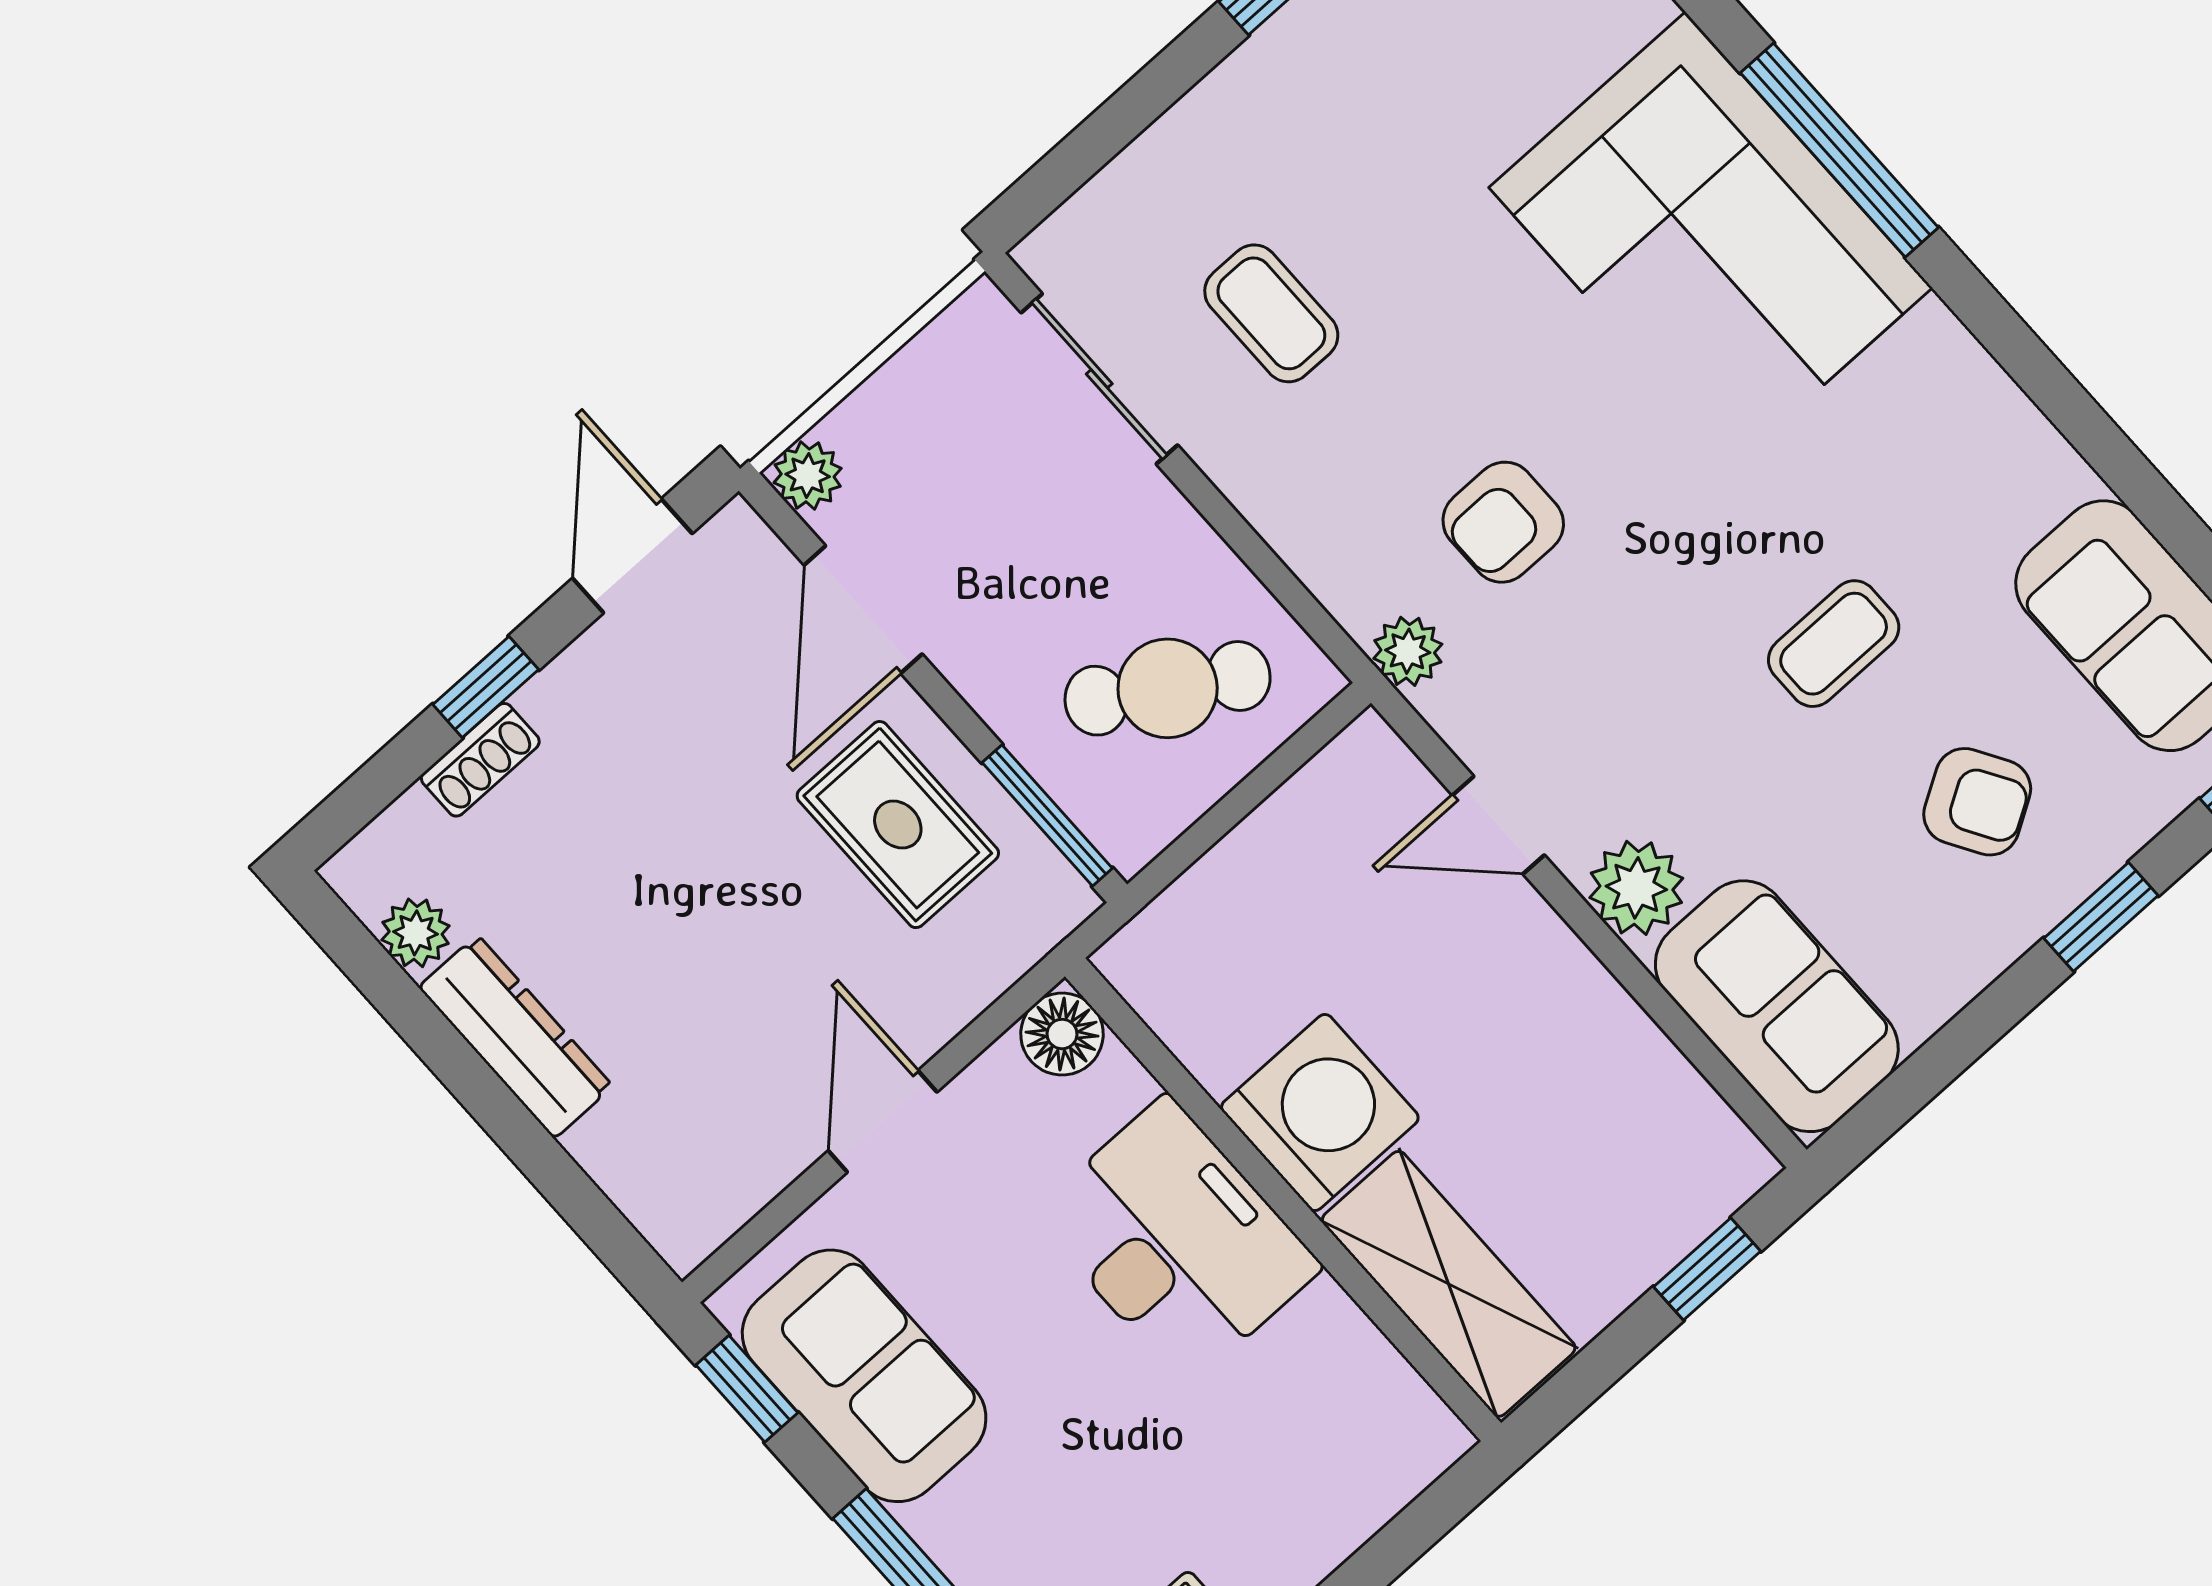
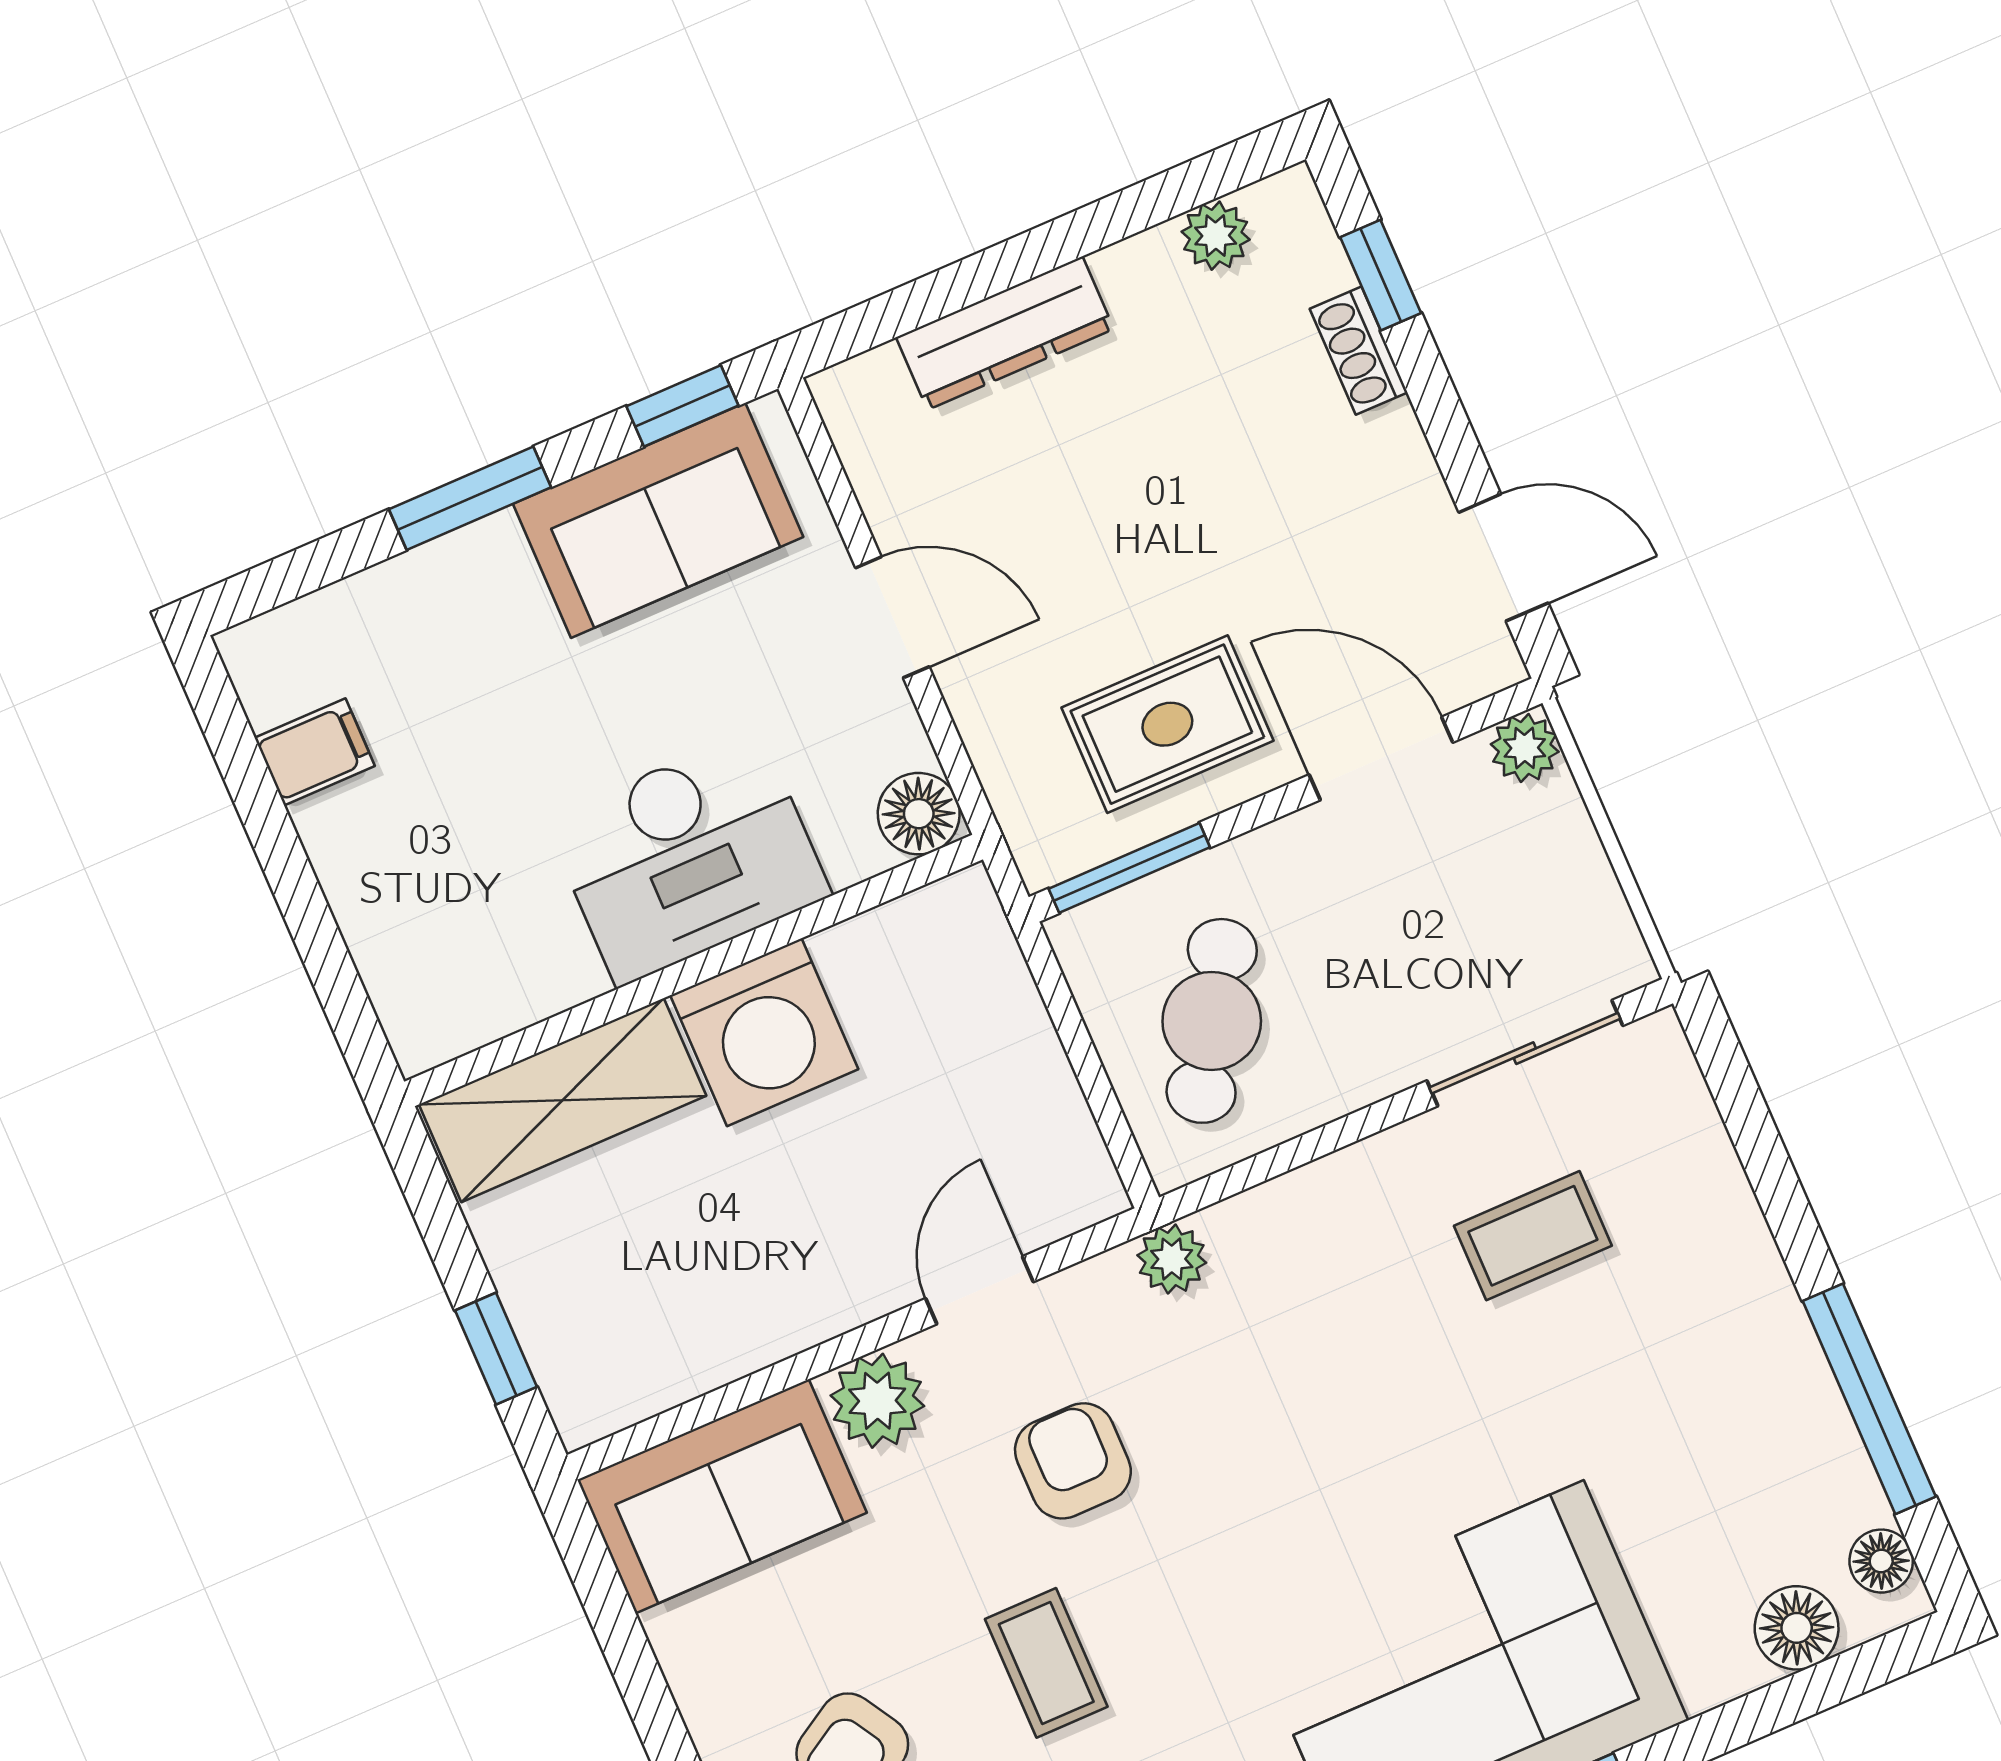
armchair: (1503, 522) -> (1073, 1461), moved
window: (486, 687) -> (1381, 275), moved
dresser: (516, 1037) -> (1005, 333), moved

